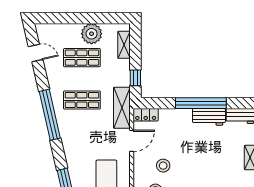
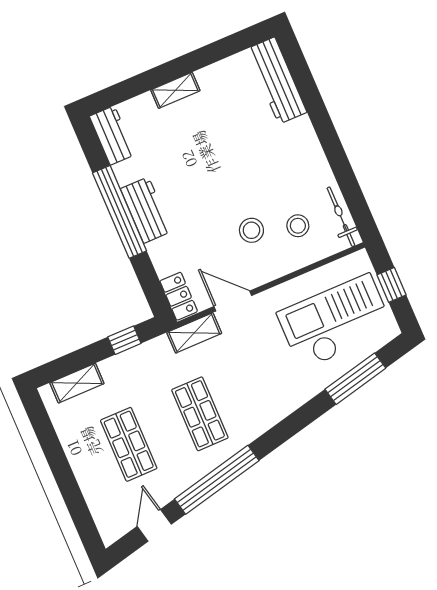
plant: (92, 34) -> (82, 445), removed
shelving: (122, 108) -> (194, 333), width x0.67, depth x0.75
window: (50, 115) -> (217, 480), moved
workbench: (209, 117) -> (146, 210), moved

